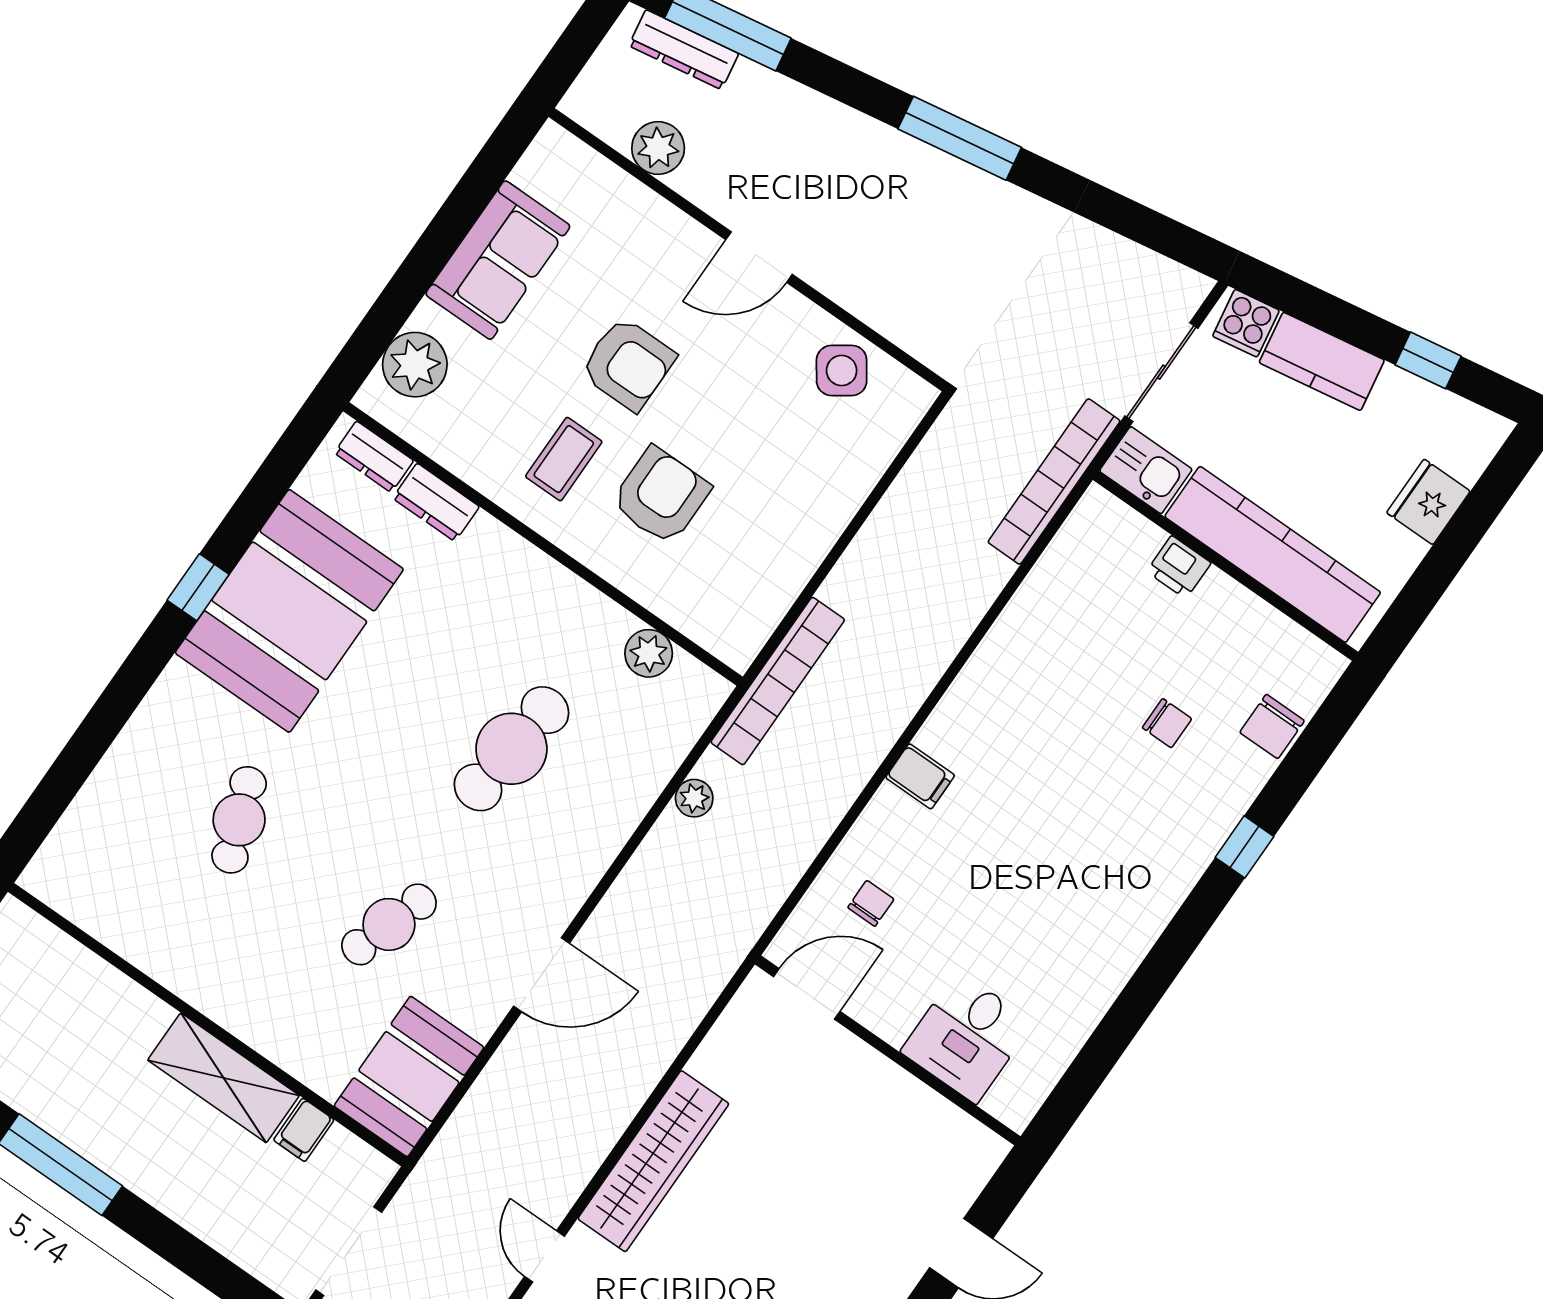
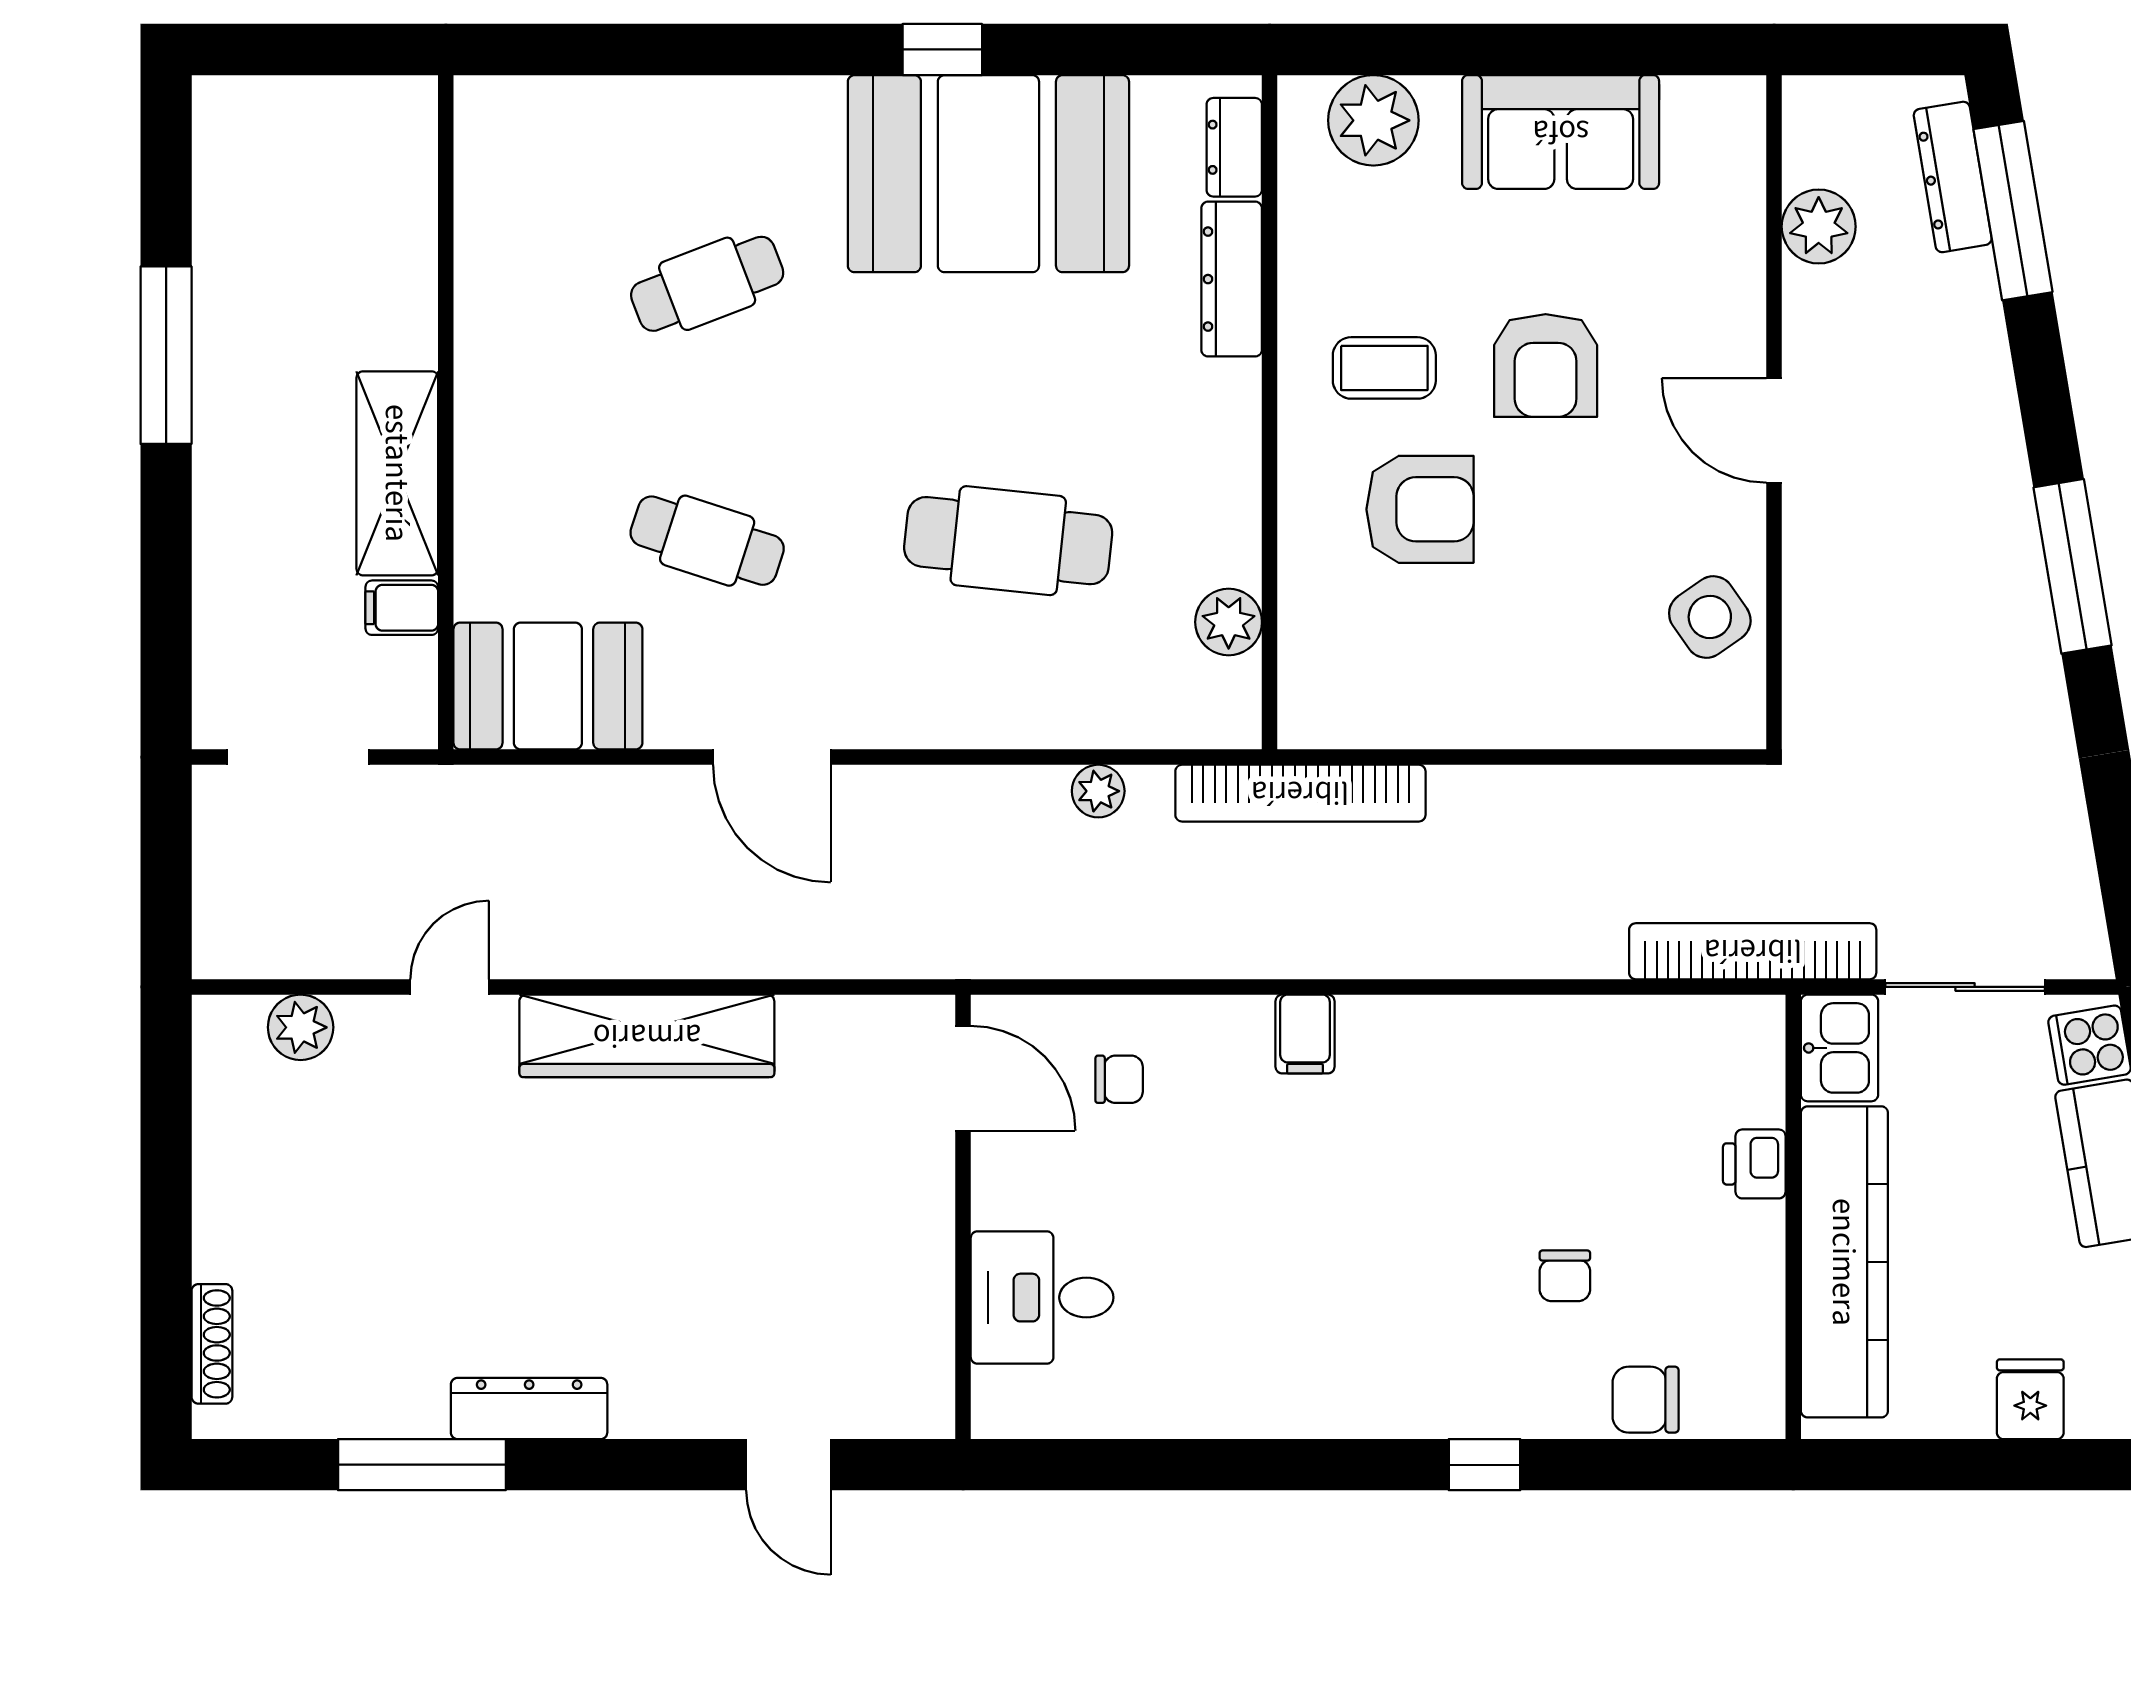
dresser: (436, 502) -> (1232, 279), width x1.44
fridge: (1428, 502) -> (2030, 1399), width x0.72

